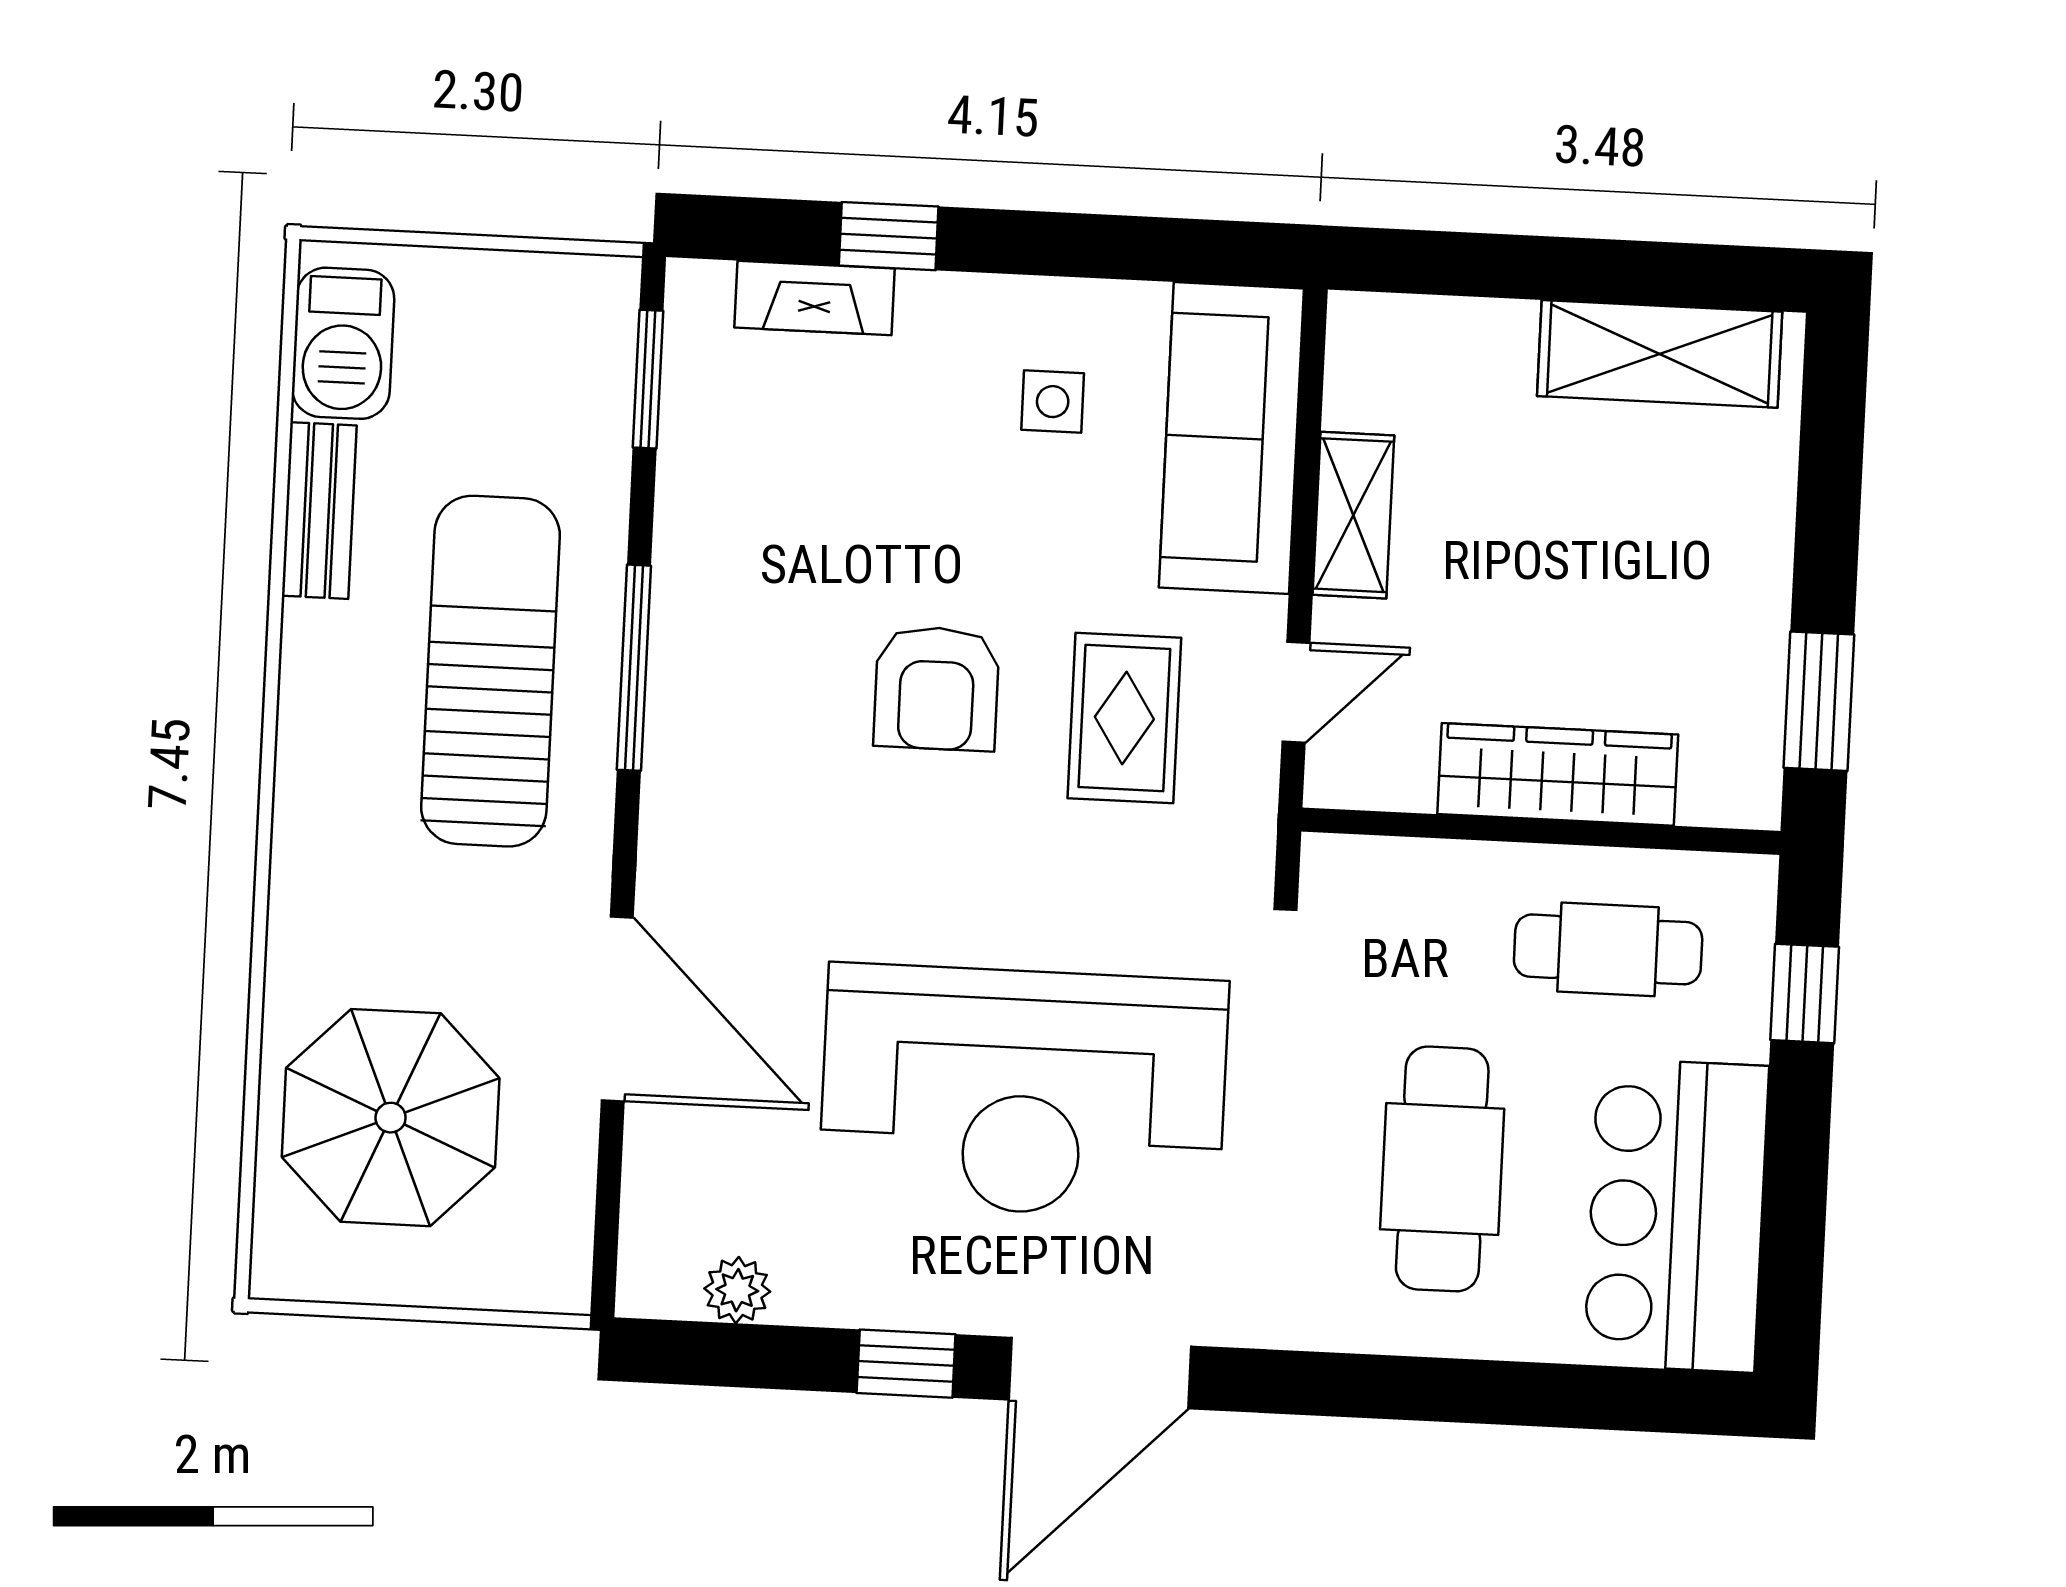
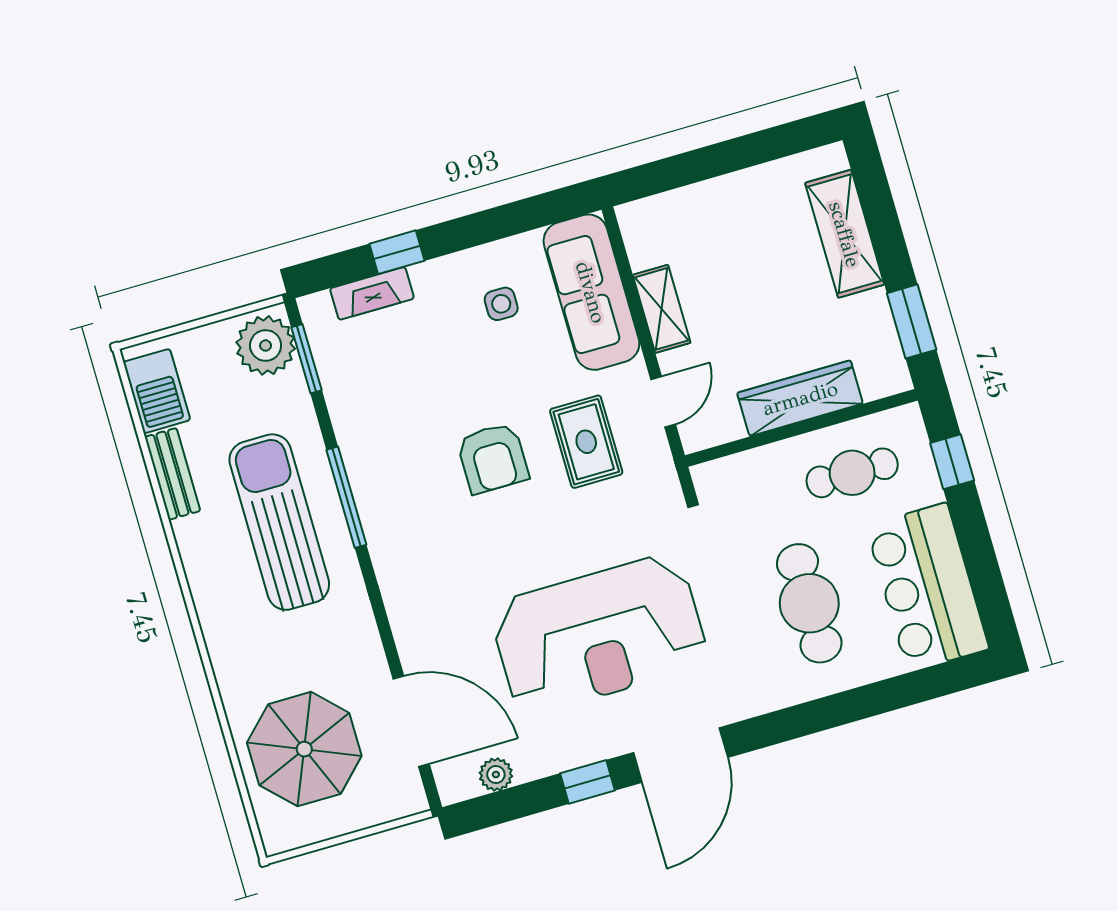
plant: (579, 328) -> (266, 345), added
shelving: (1660, 354) -> (845, 234), moved, turned 90
door: (617, 1009) -> (411, 721), moved

